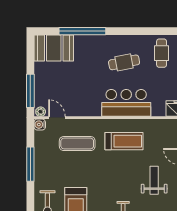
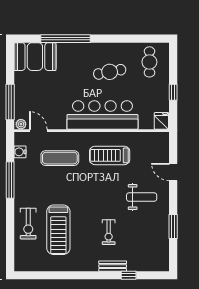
bar counter: (126, 103) -> (102, 115), width x1.36
water cooler: (40, 125) -> (20, 152), moved
treadmill: (124, 141) -> (110, 155), turned 180
weight bench: (154, 180) -> (142, 197), turned 90

